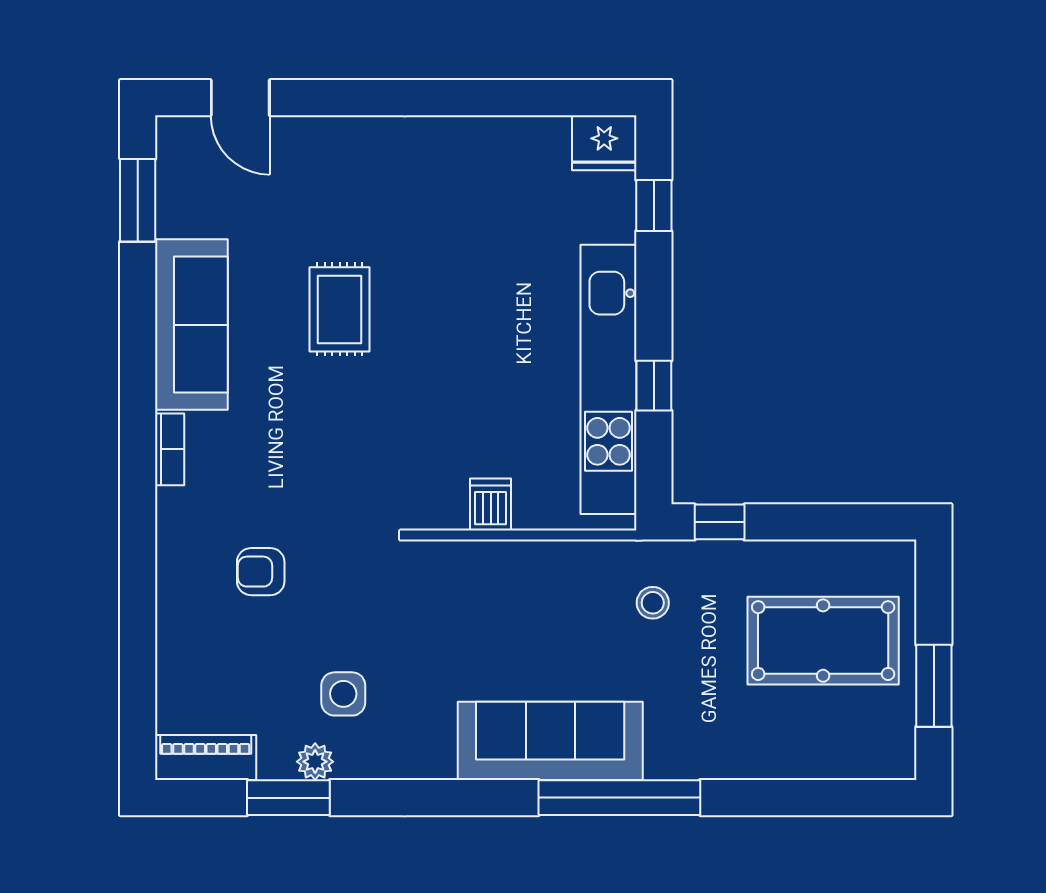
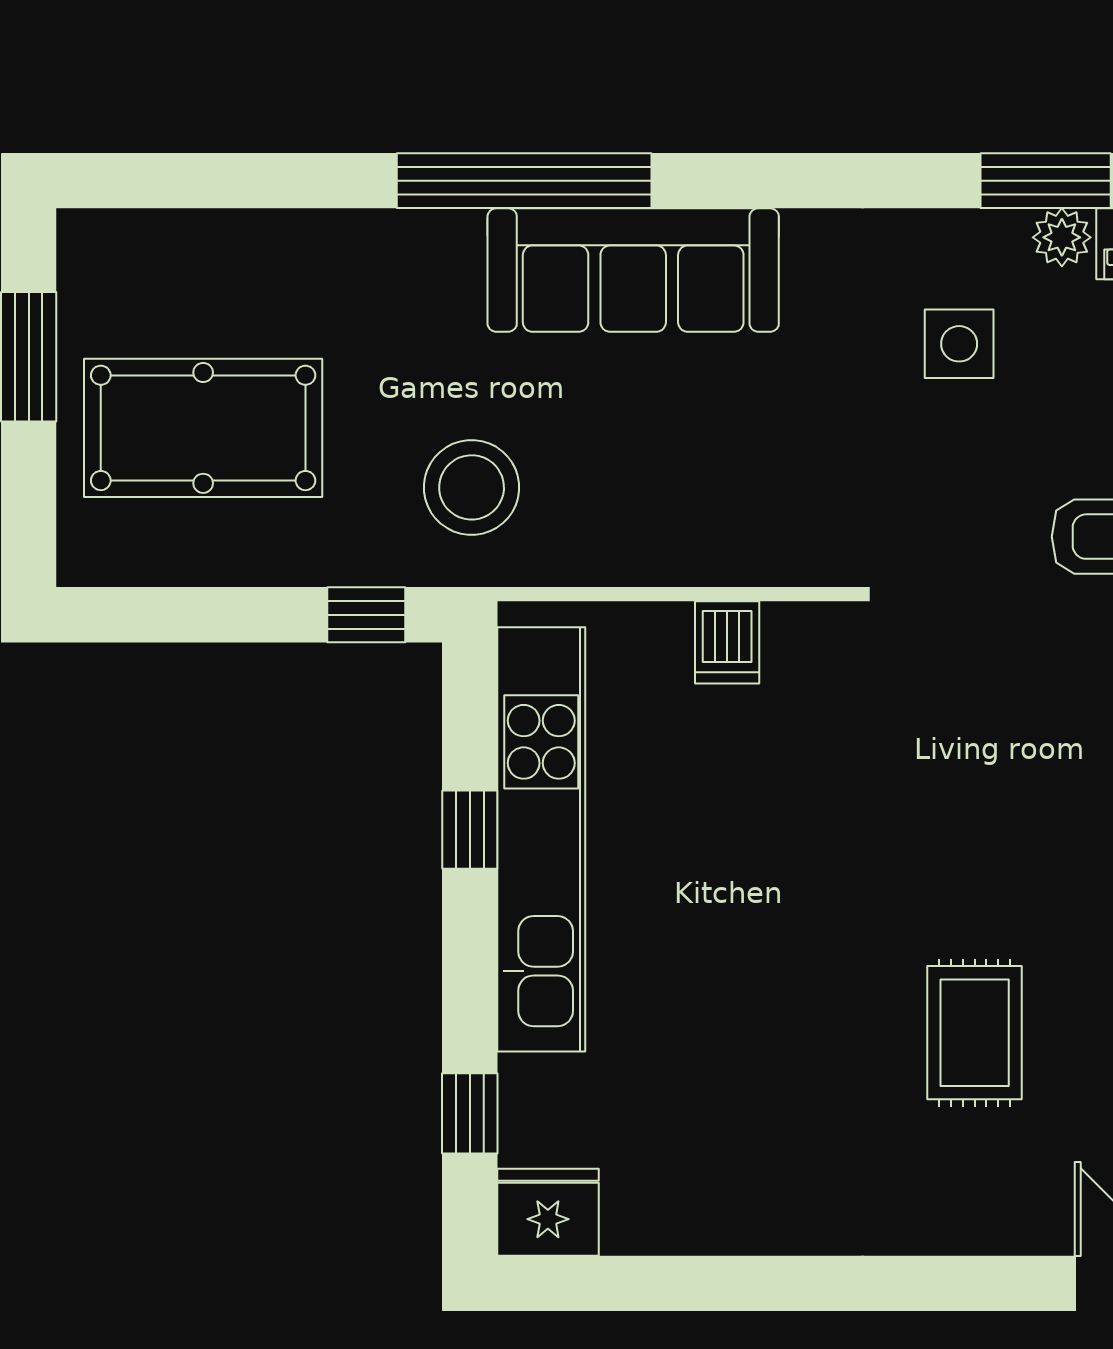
rug: (340, 309) -> (975, 1033), moved
stool: (653, 603) -> (472, 487), width x1.89, depth x1.89
plant: (315, 762) -> (1062, 237), moved

